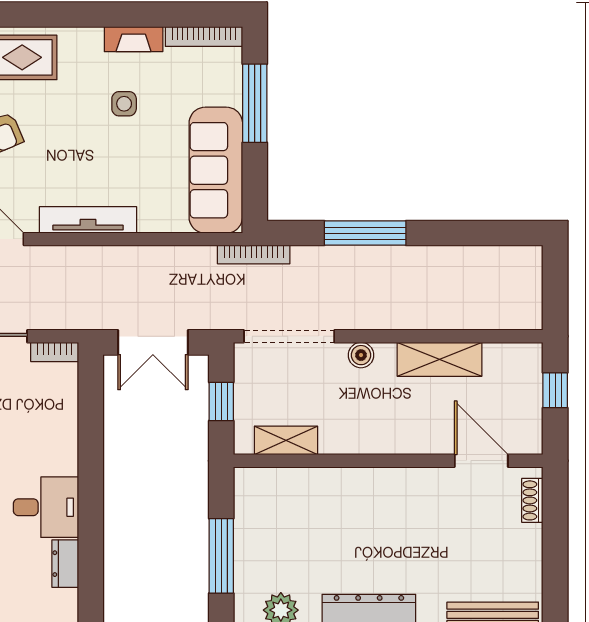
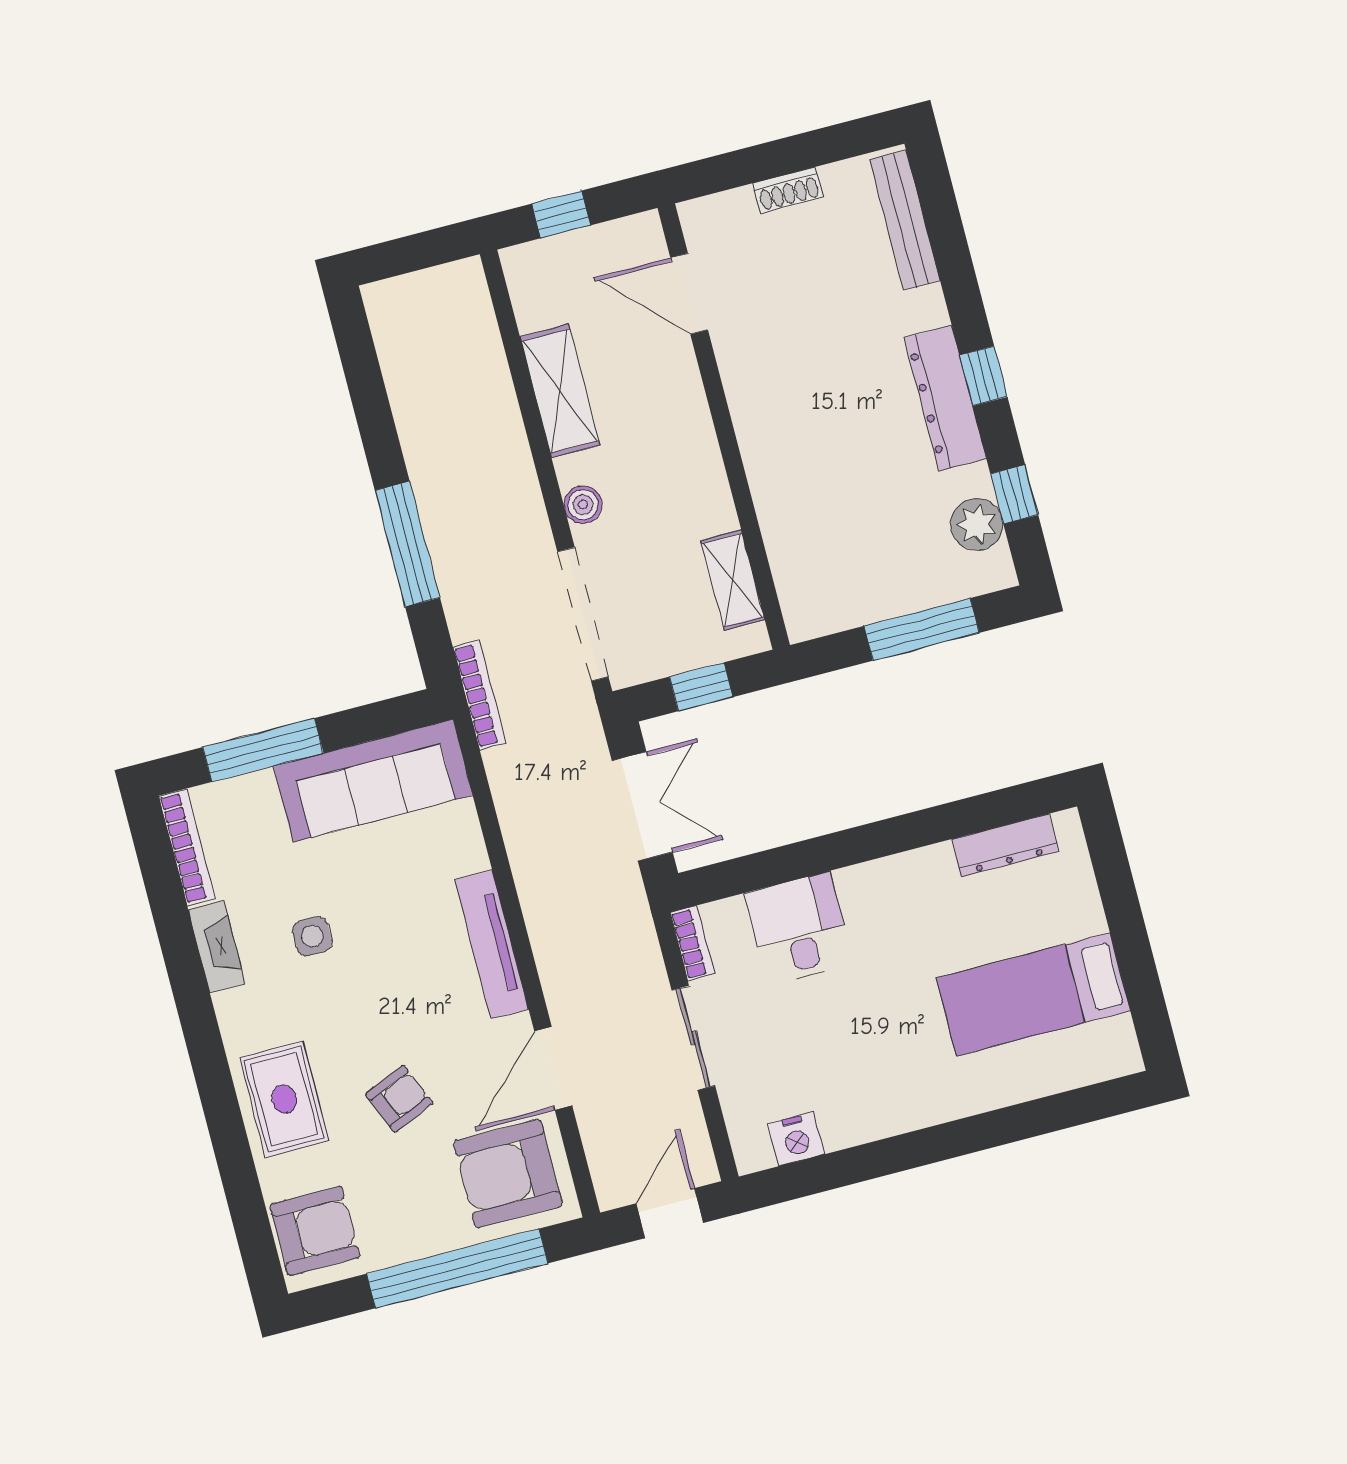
door: (481, 461) -> (689, 294), hinge flipped
shoe rack: (532, 500) -> (788, 190), moved
desk: (46, 507) -> (799, 929), moved
dresser: (65, 564) -> (1005, 845), width x1.44

